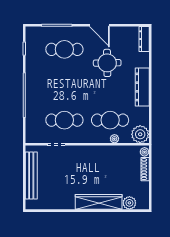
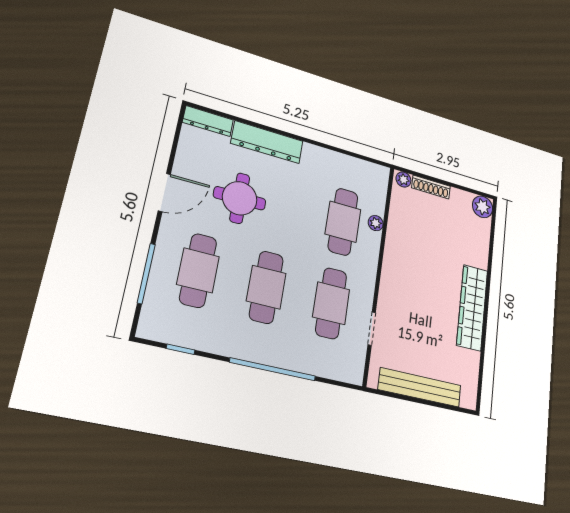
cafe table: (64, 85) -> (266, 287), added
dresser: (142, 87) -> (267, 142), moved
plant: (140, 134) -> (374, 178), removed
wardrobe: (99, 202) -> (472, 308), moved
plant: (129, 203) -> (483, 207), moved

